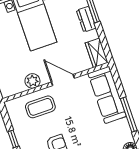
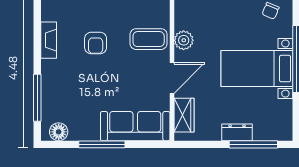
wardrobe: (97, 53) -> (184, 115), moved, turned 90
coffee table: (40, 107) -> (149, 39), turned 90

